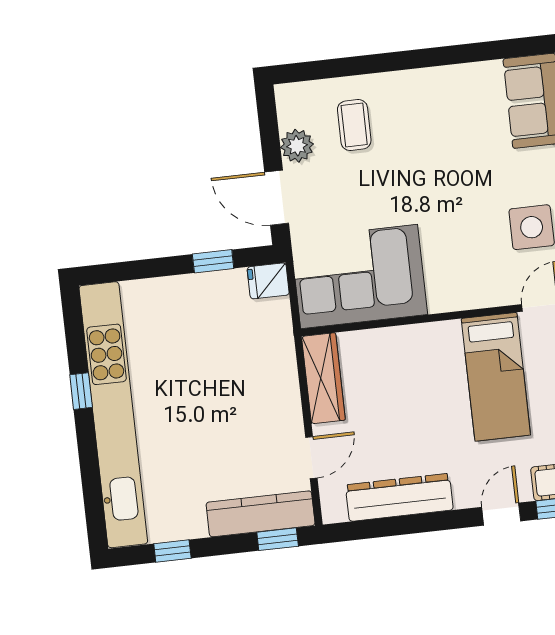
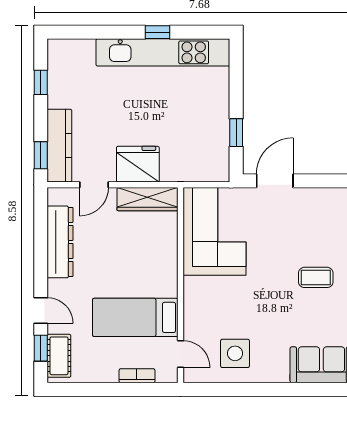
coffee table: (354, 125) -> (316, 277), moved
plant: (297, 146) -> (309, 199), removed
fridge: (268, 281) -> (138, 164), moved, width x1.88, depth x1.34
kitchen unit: (113, 415) -> (163, 52), width x0.73
door: (311, 458) -> (94, 185), hinge flipped

